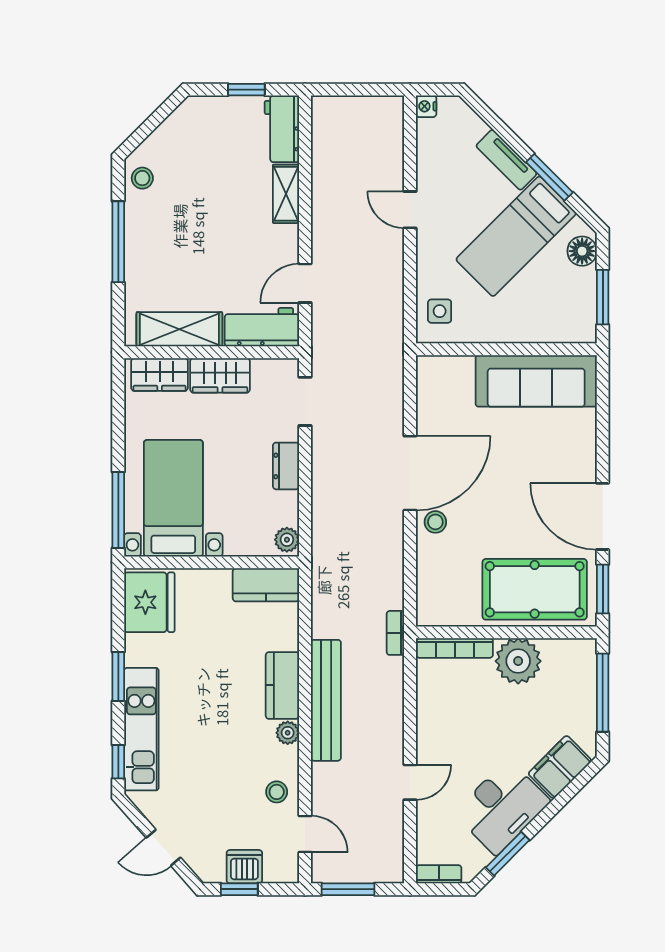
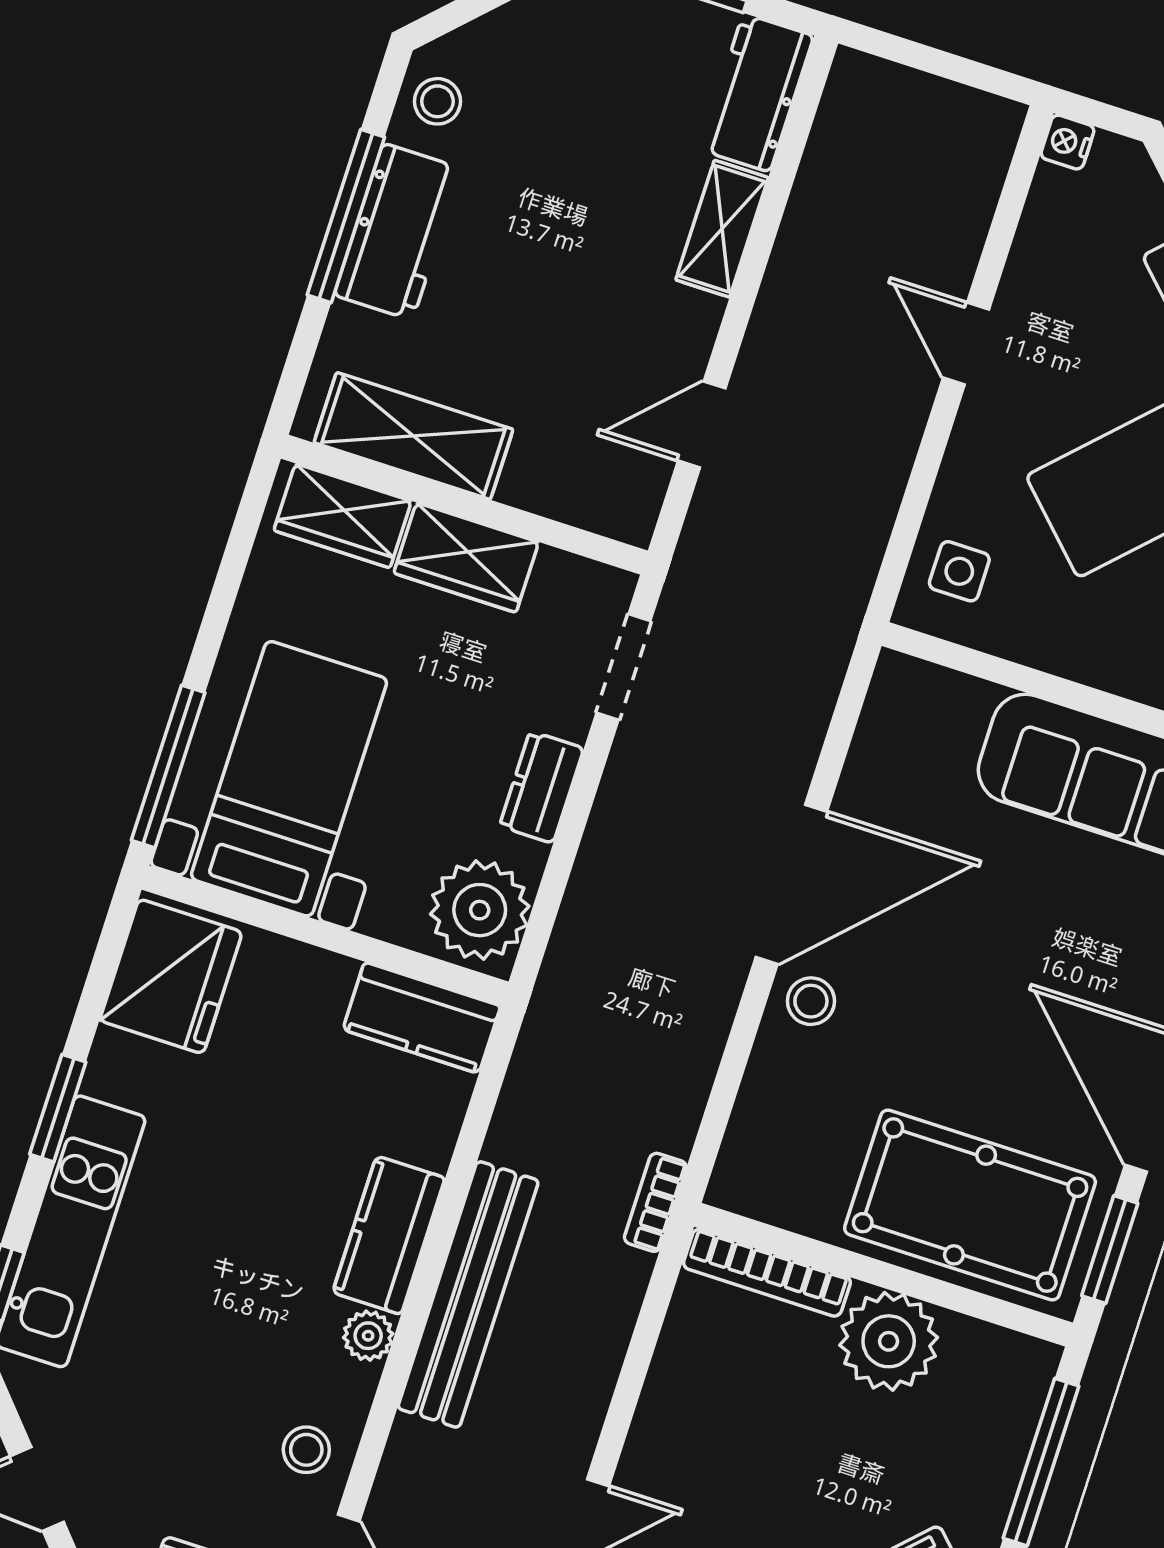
workbench: (262, 327) -> (398, 232), moved, turned 90
plant: (287, 540) -> (480, 910), width x1.88, depth x1.88

